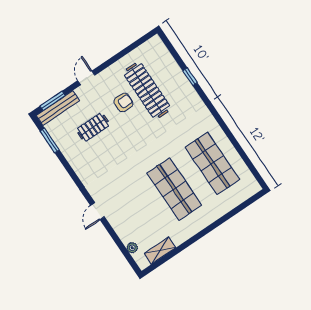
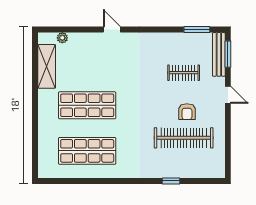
clothes rail: (93, 127) -> (184, 73), turned 90
shelving: (160, 251) -> (47, 66), width x1.50, depth x1.33

